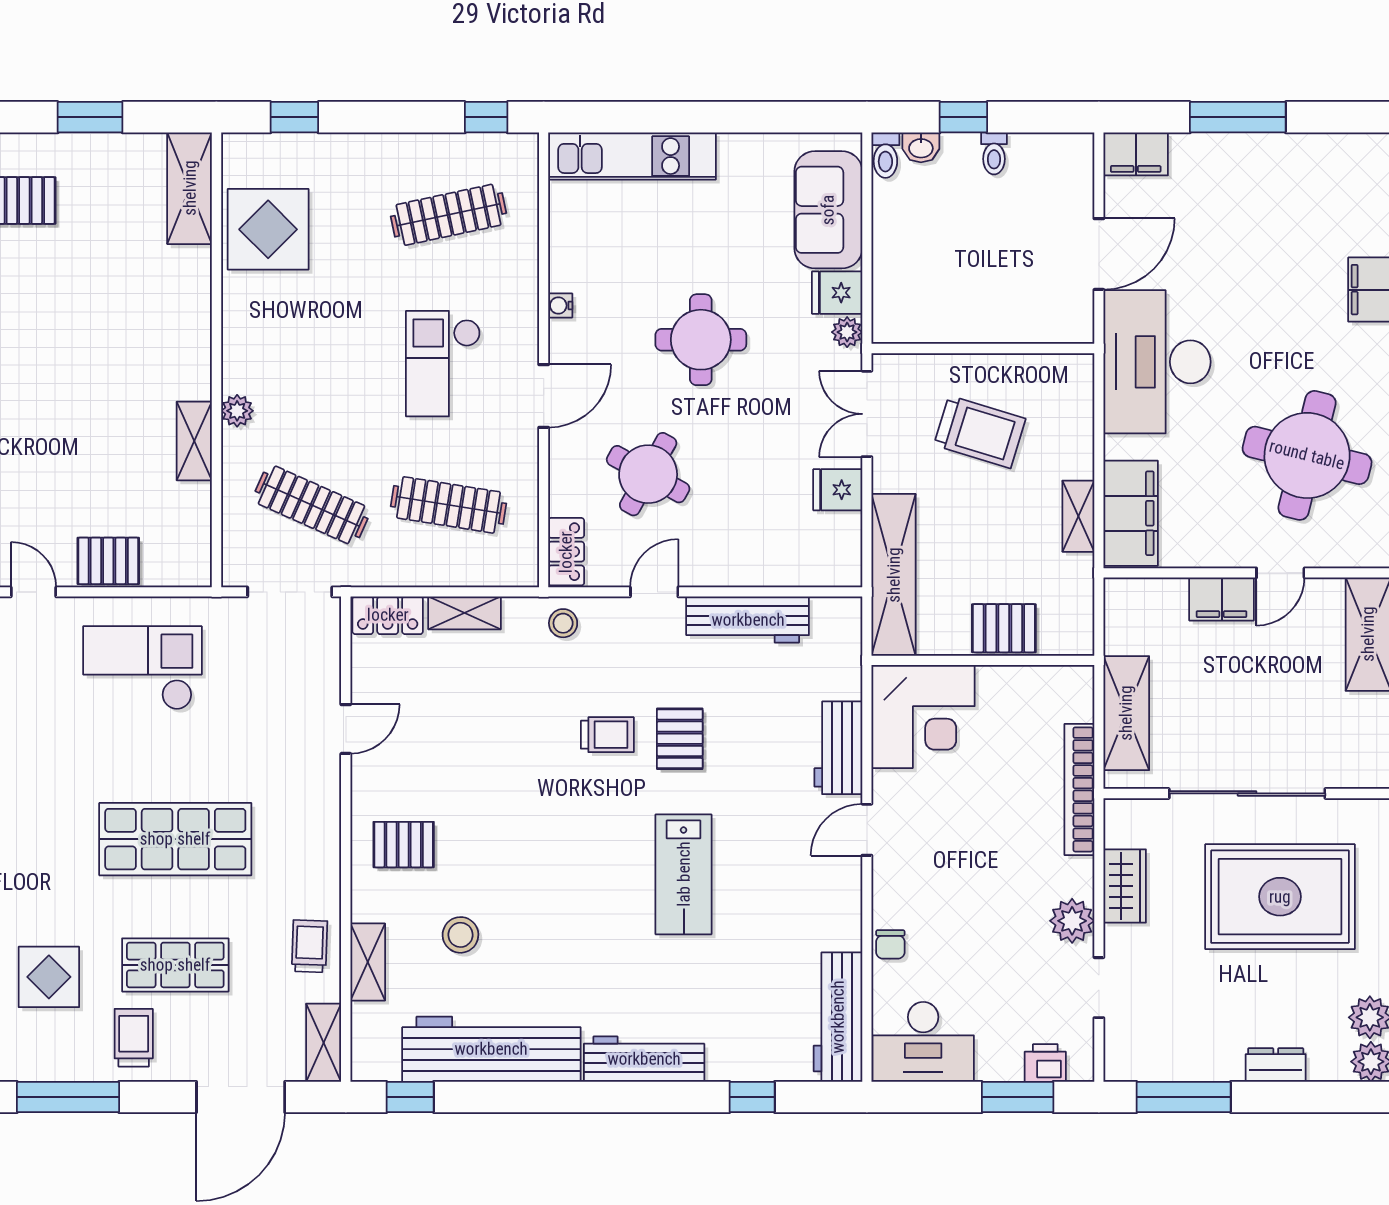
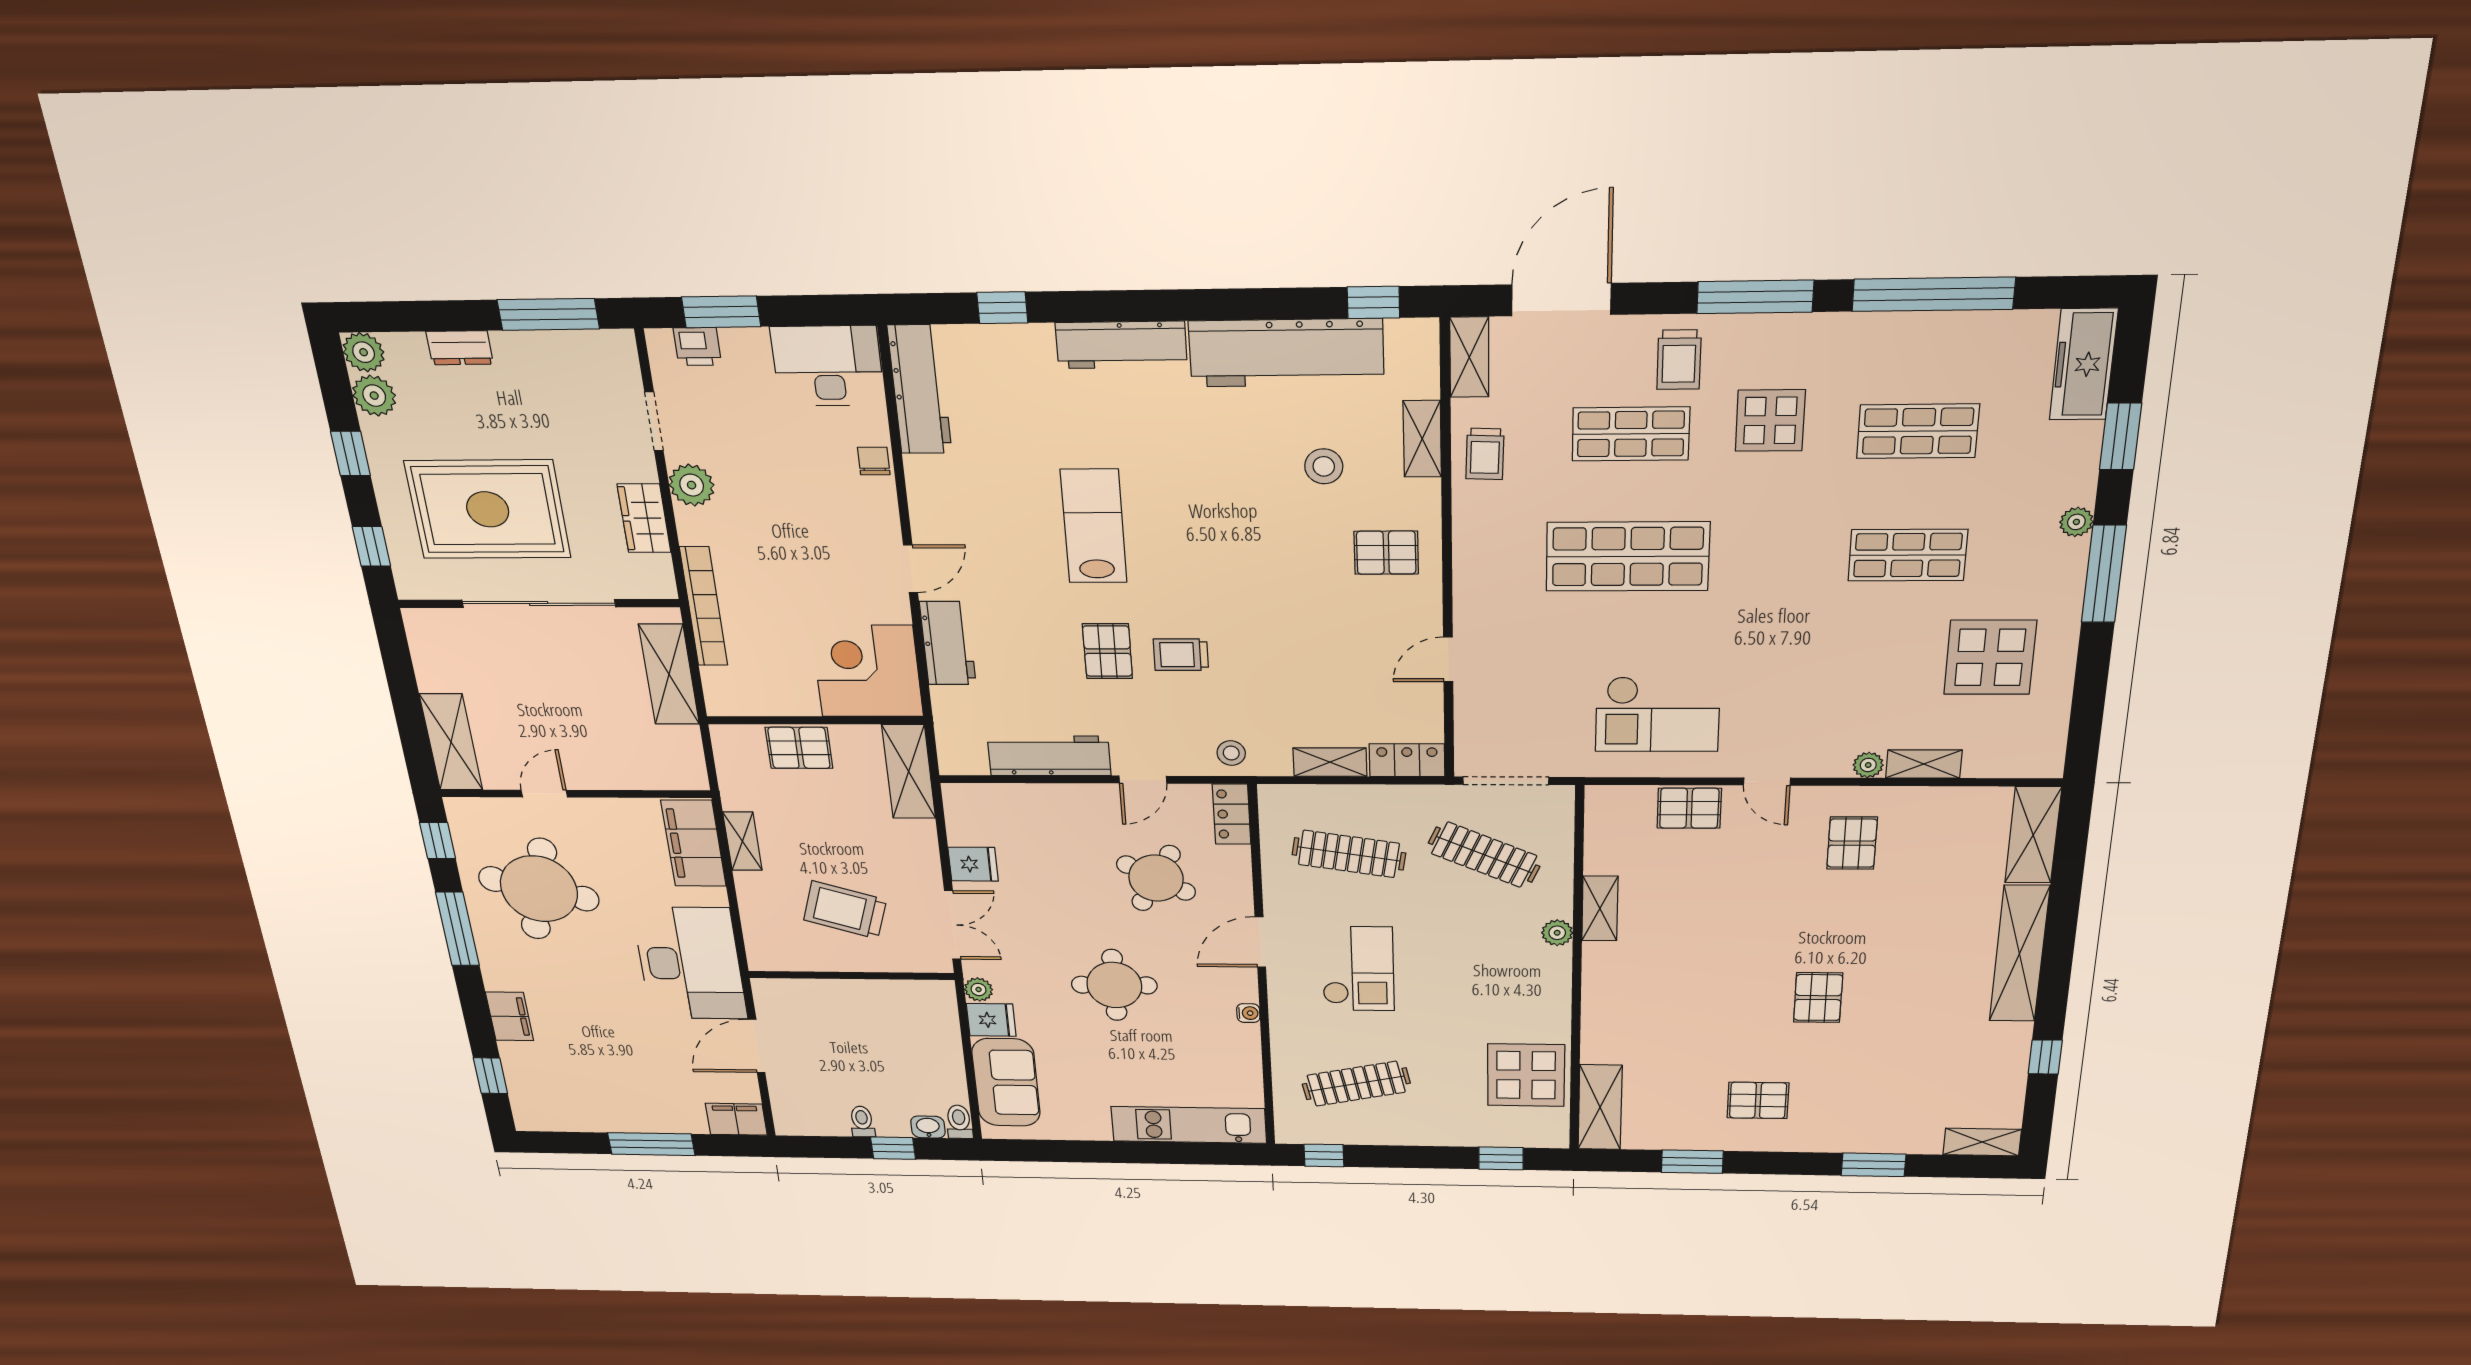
shelving: (894, 575) -> (909, 772), width x0.68
filing cabinet: (1222, 599) -> (595, 772), removed

